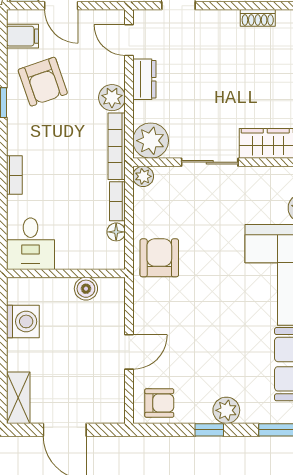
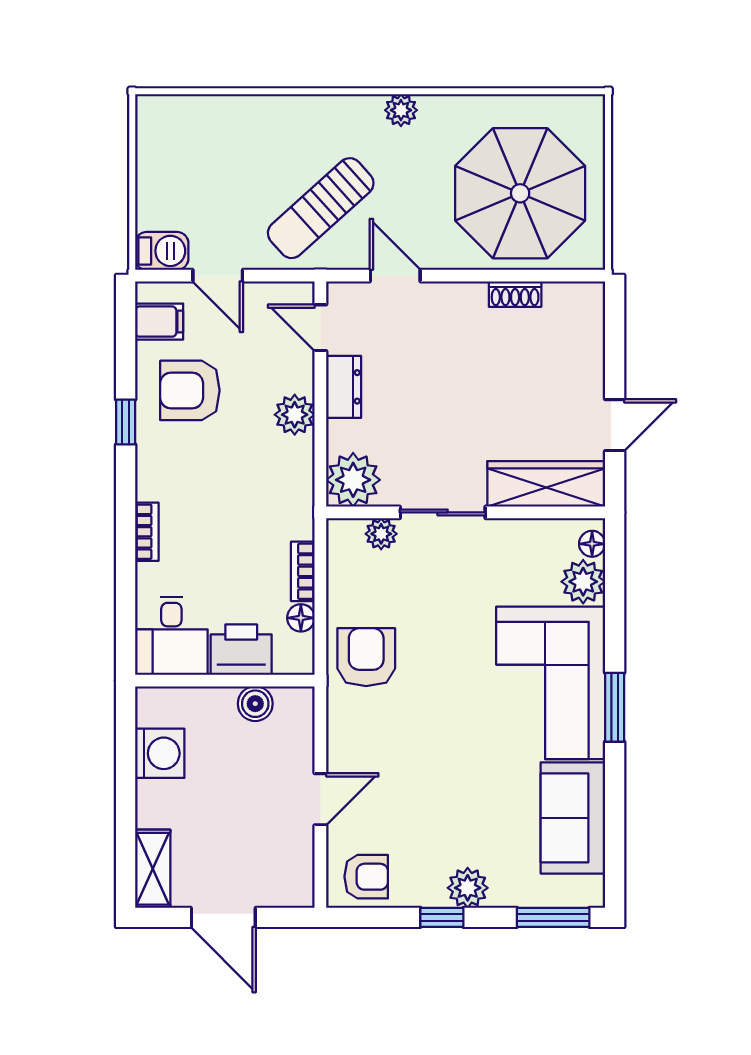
armchair: (43, 82) -> (190, 390), turned 109
bookcase: (117, 146) -> (302, 488), removed
plant: (143, 176) -> (381, 534), moved
printer: (77, 253) -> (241, 650), added

